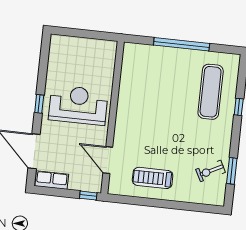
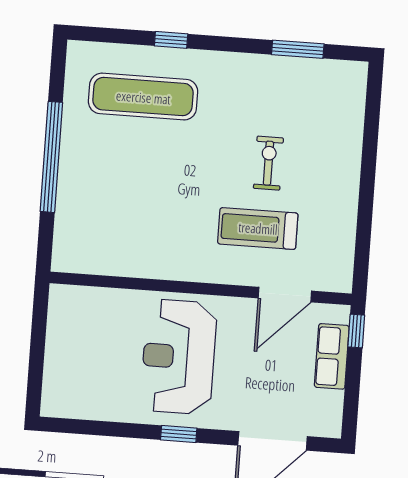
exercise bike: (211, 171) -> (268, 163), moved, turned -153
treadmill: (153, 178) -> (258, 228), moved, turned 90
row of seats: (52, 180) -> (332, 356), moved

